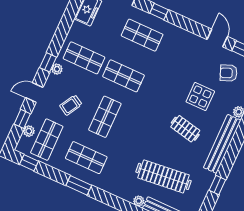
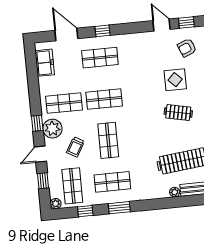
plant: (57, 69) -> (52, 129), width x1.87, depth x1.87
plant: (29, 131) -> (56, 204), moved
window: (29, 163) -> (85, 211), moved

